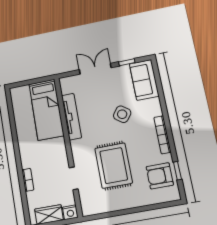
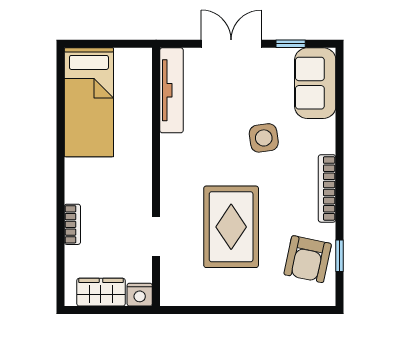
bed: (46, 110) -> (89, 102), moved
side table: (122, 114) -> (264, 138), turned 45
tv unit: (71, 117) -> (172, 90), moved
armchair: (160, 176) -> (308, 259), turned -78

